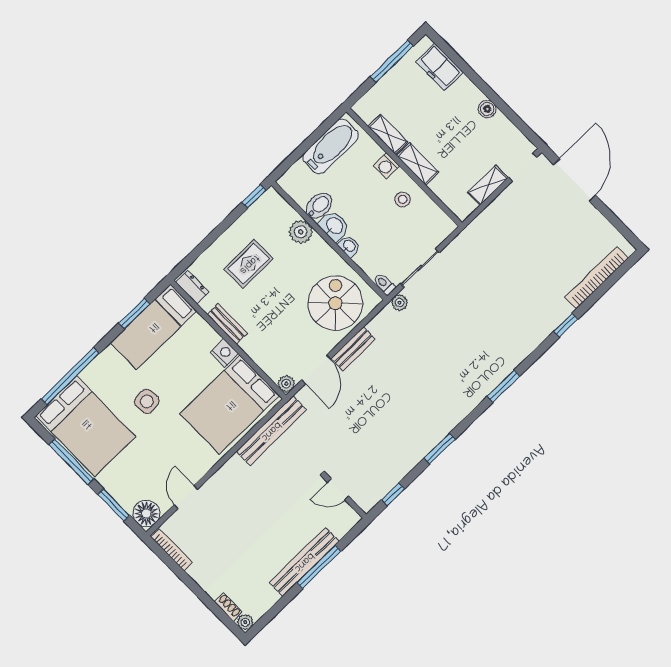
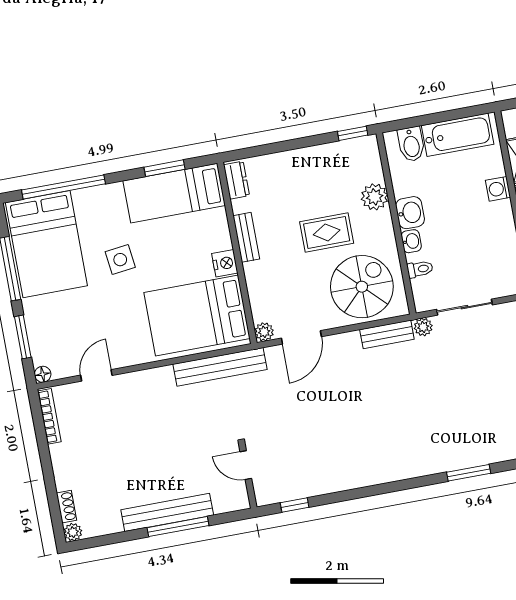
stool: (403, 199) -> (492, 231), removed
bidet: (319, 206) -> (411, 144), moved, turned 90
rug: (249, 264) -> (327, 232), moved
toilet: (384, 284) -> (420, 269), moved, turned 90
bench: (353, 349) -> (387, 334), moved
window: (440, 449) -> (368, 491), removed
floor lamp: (146, 514) -> (43, 374), width x0.53, depth x0.53

